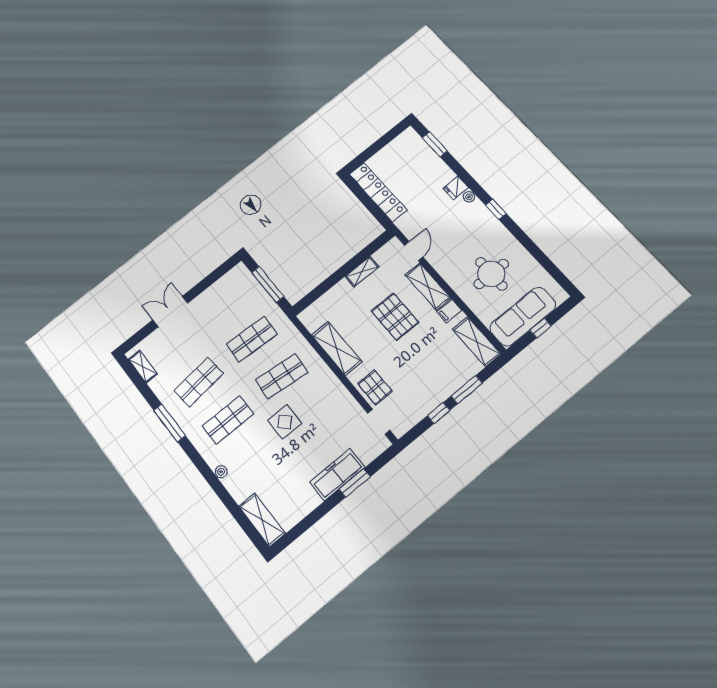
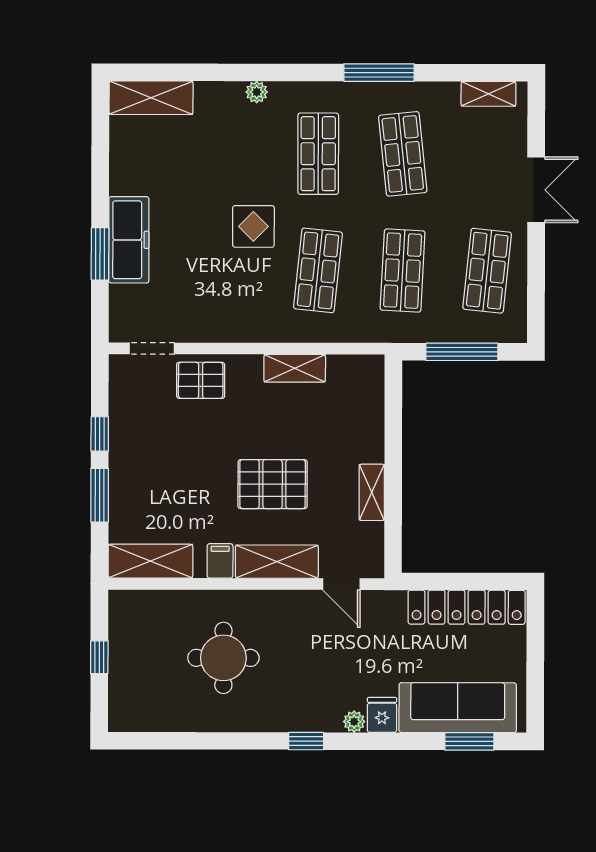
shop shelf: (223, 303) -> (487, 271), added
sofa: (523, 317) -> (458, 708), moved, turned -90
shelving: (337, 348) -> (295, 368), width x0.67, depth x0.75

